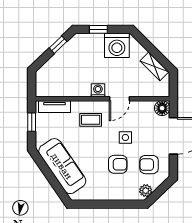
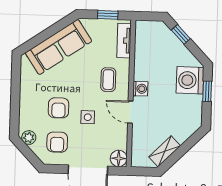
window: (58, 45) -> (181, 34), moved
washing machine: (117, 45) -> (190, 80), moved
armchair: (149, 165) -> (57, 142), turned 180

